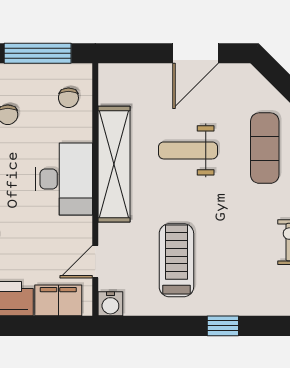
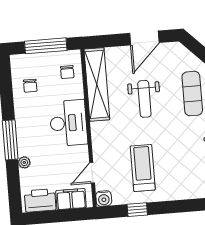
weight bench: (188, 150) -> (144, 99), turned -90
shelving: (114, 164) -> (97, 84), moved
window: (223, 326) -> (137, 210), moved

